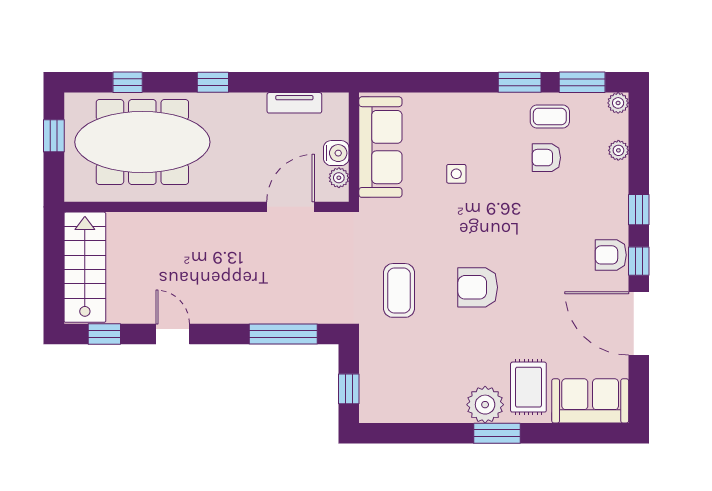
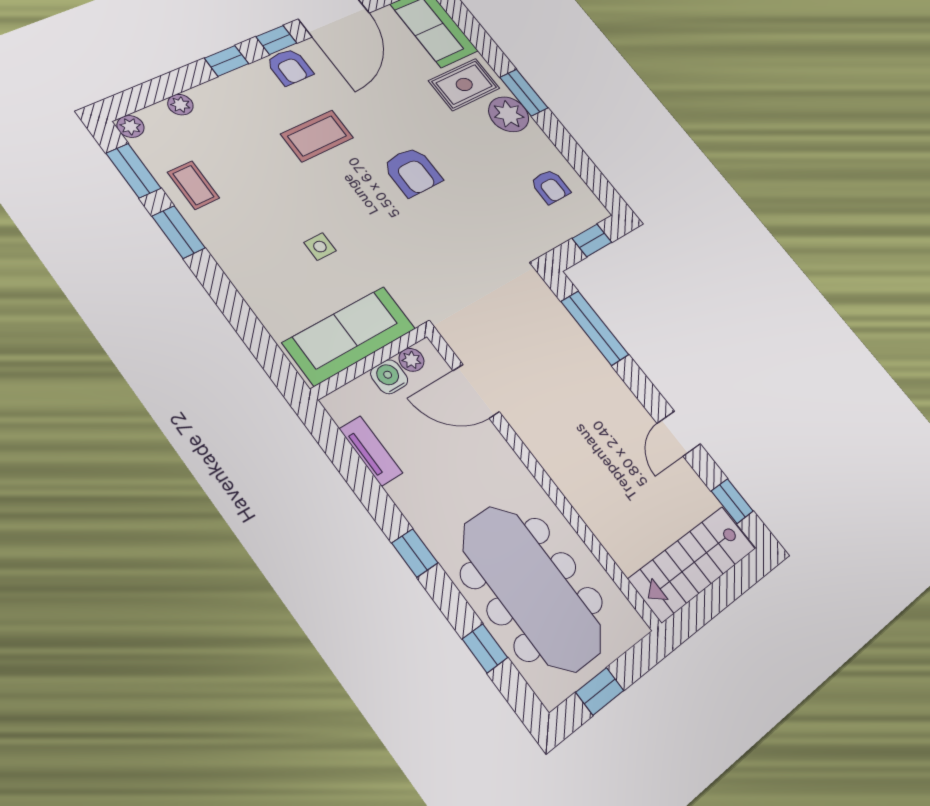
armchair: (546, 158) -> (550, 187), moved
coffee table: (399, 290) -> (317, 136), moved

